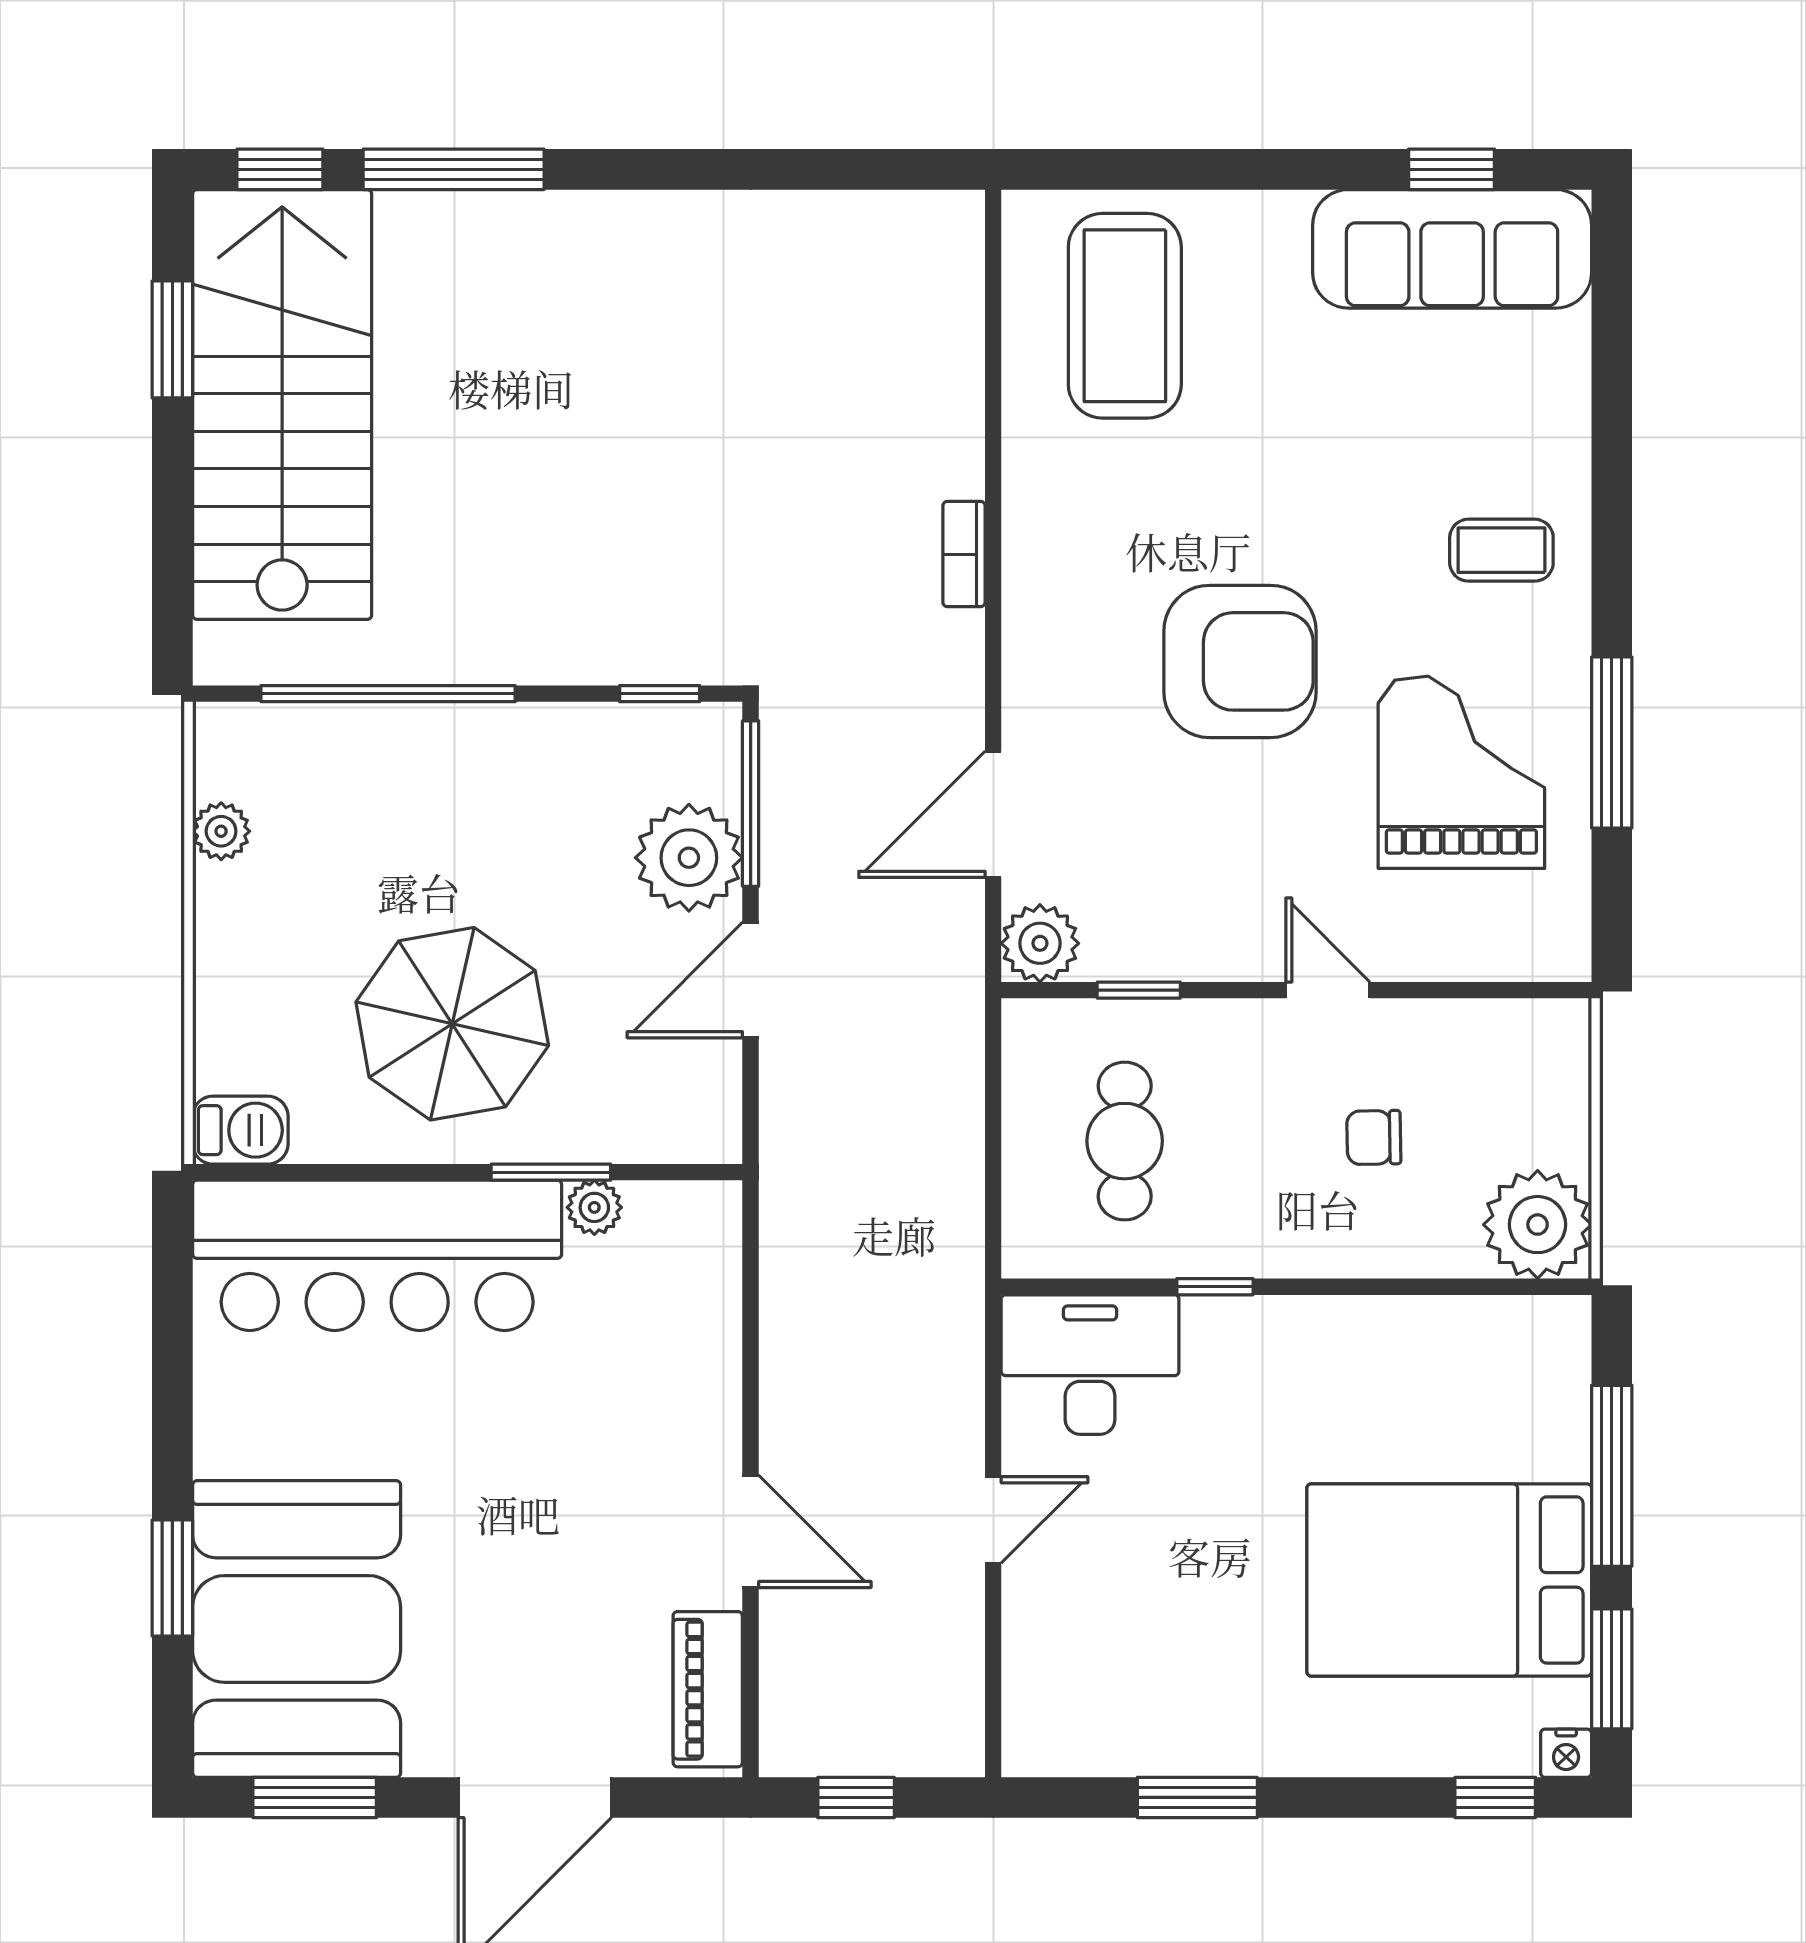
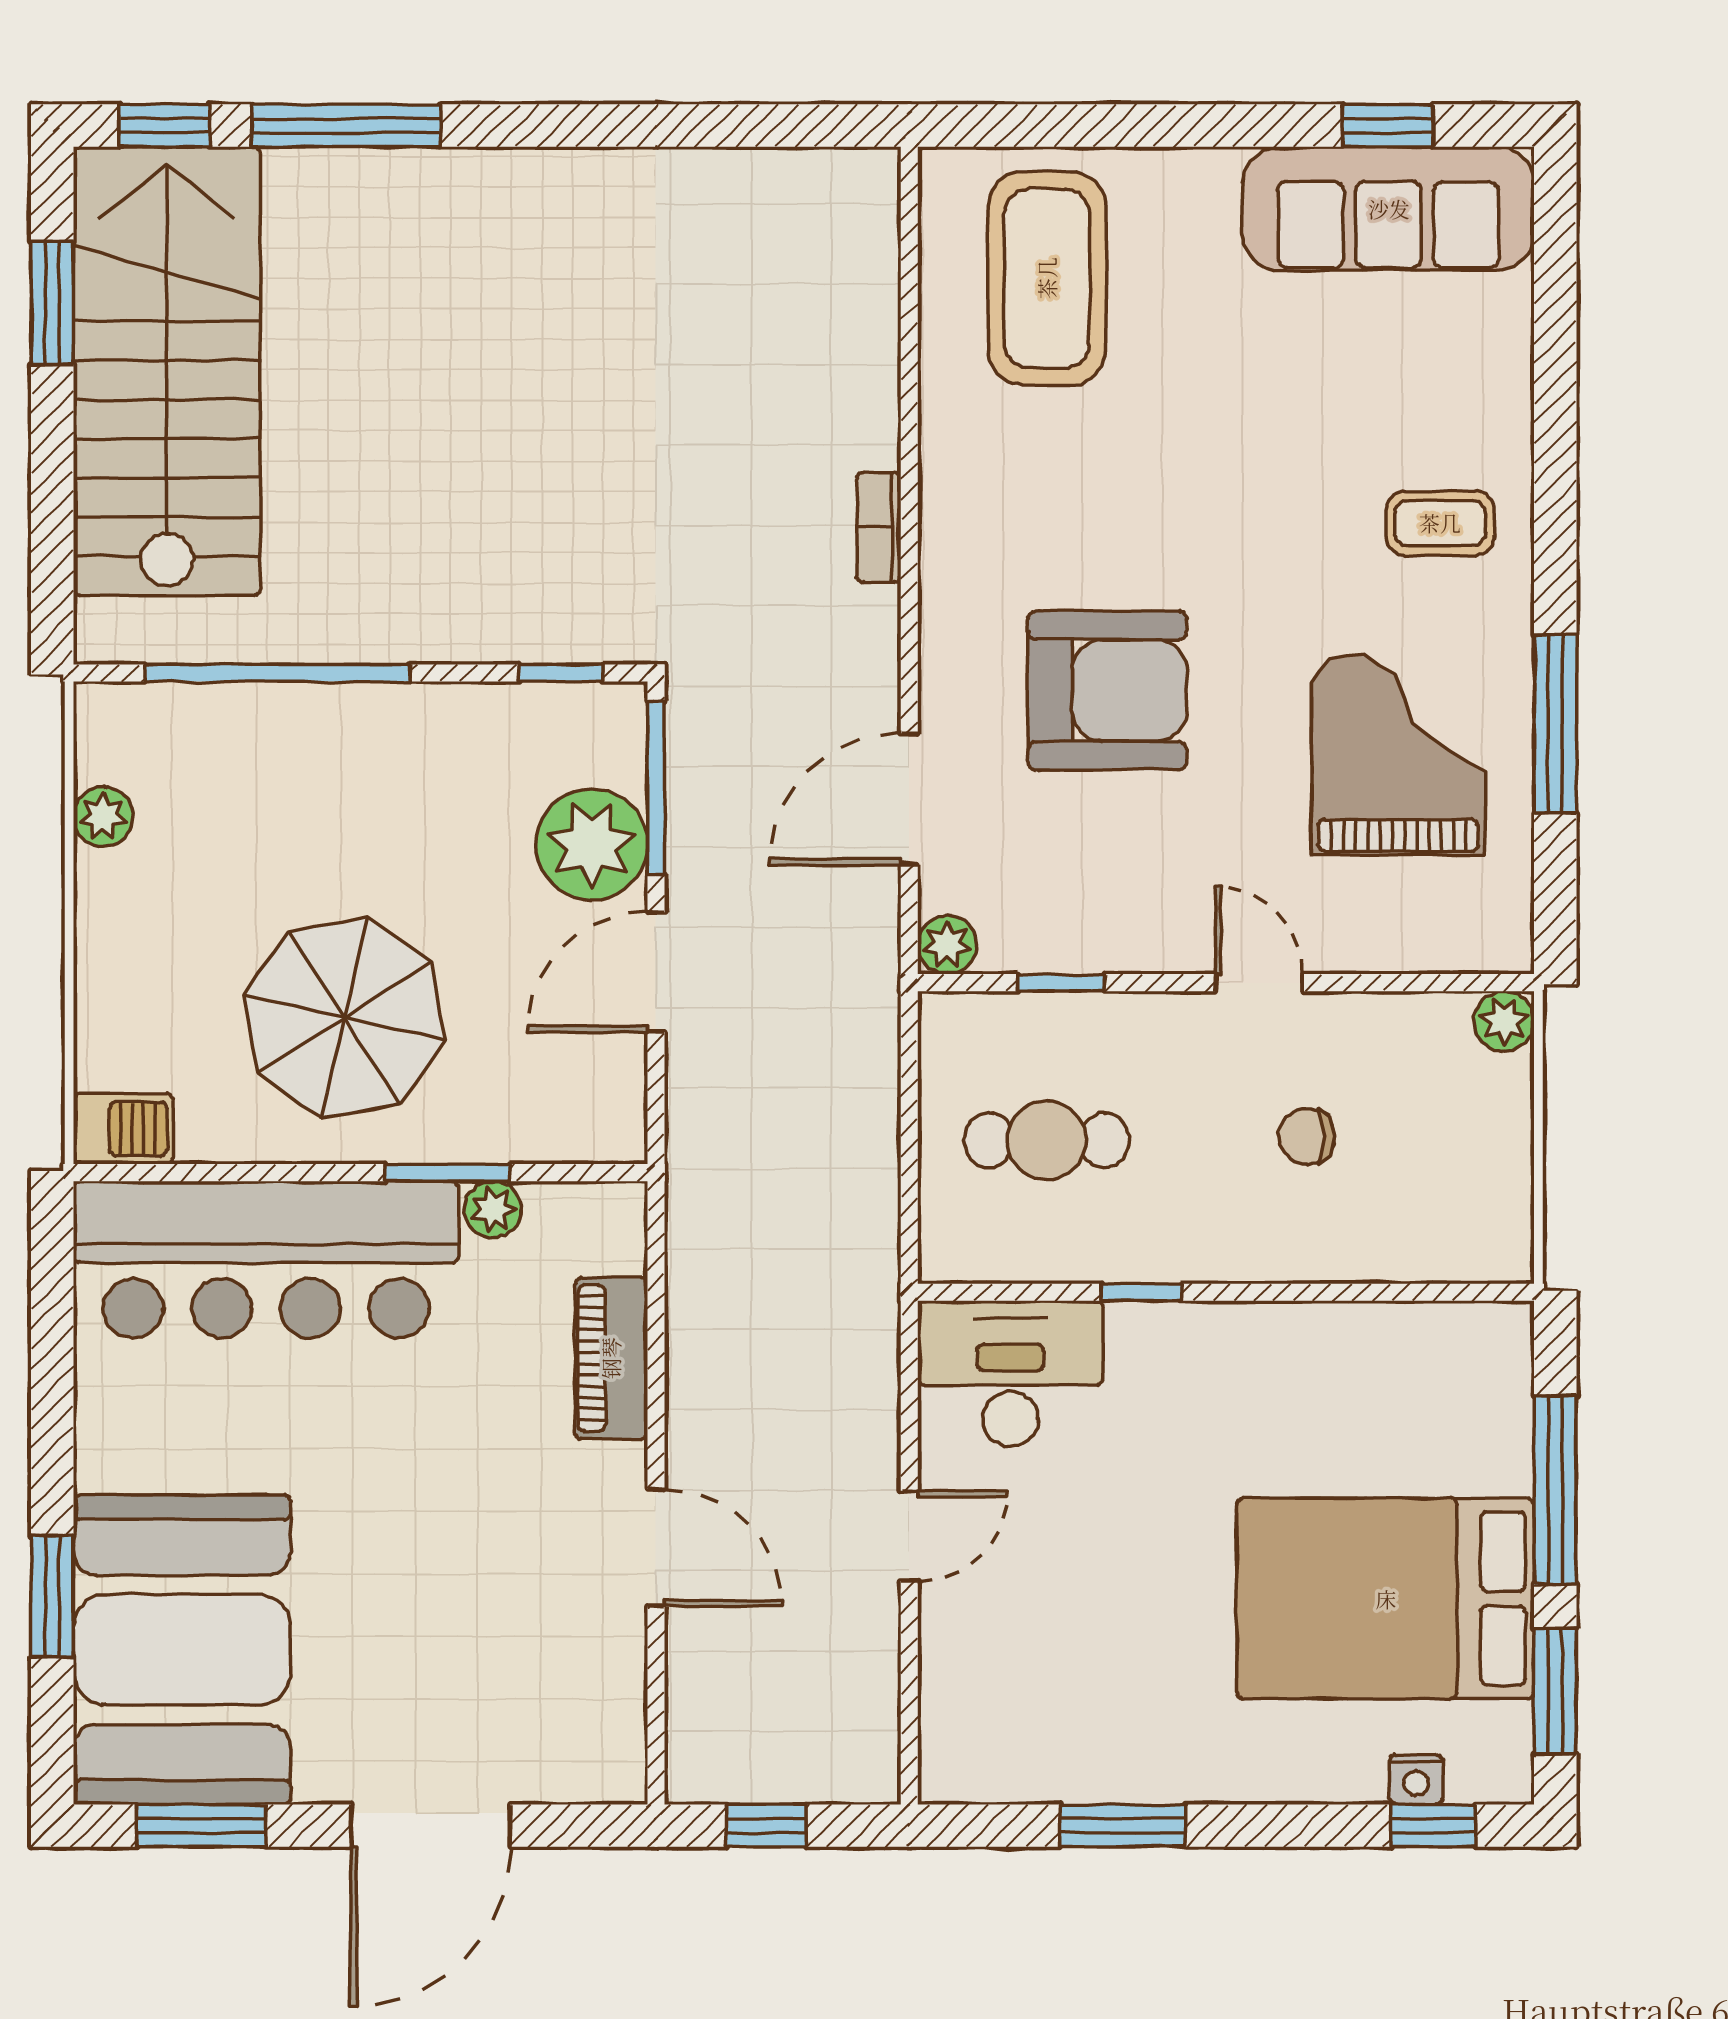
armchair: (1240, 661) -> (1107, 691), moved
plant: (1040, 943) -> (947, 945), width x0.73, depth x0.73
cafe table: (1125, 1141) -> (1047, 1140), turned 90
plant: (1538, 1225) -> (1504, 1021), moved, width x0.53, depth x0.53
piano: (708, 1689) -> (611, 1358), moved
nightstand: (1566, 1753) -> (1416, 1779), moved

